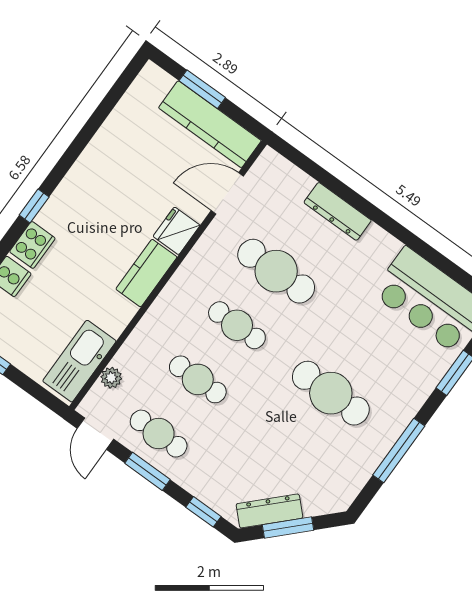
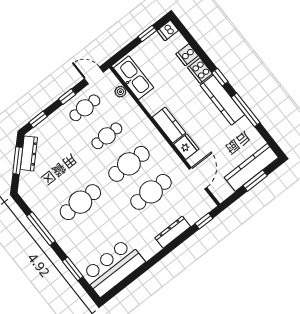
kitchen counter: (210, 124) -> (251, 167), moved
window: (80, 143) -> (246, 110), added
window: (301, 161) -> (204, 221), added
kitchen counter: (74, 190) -> (222, 100), added
cafe table: (237, 325) -> (129, 164), width x1.37, depth x1.35
window: (147, 471) -> (67, 97), width x0.67

